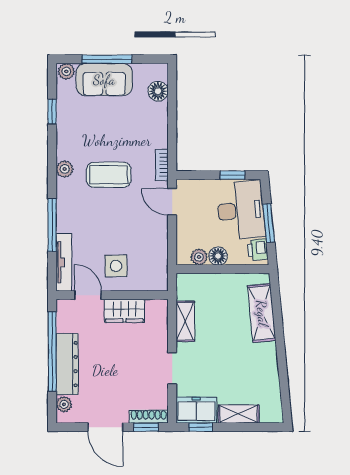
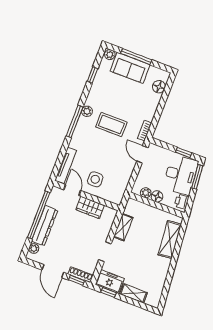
window: (269, 223) -> (197, 177), moved
window: (52, 225) -> (75, 121), moved

